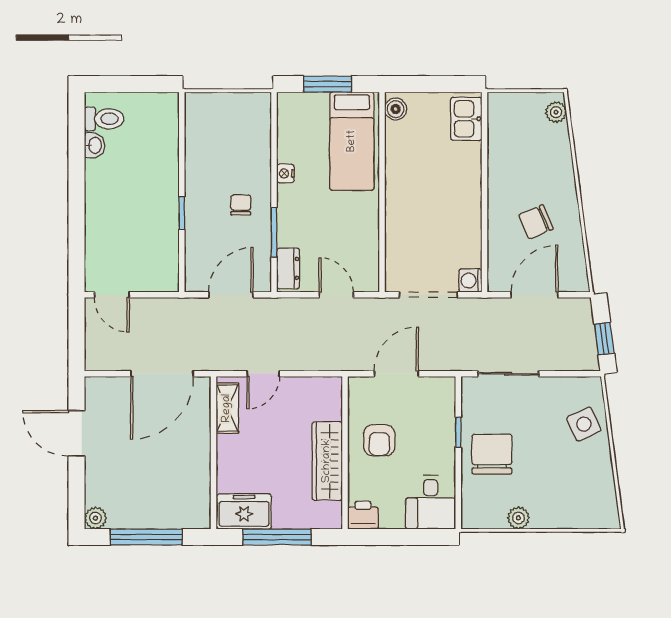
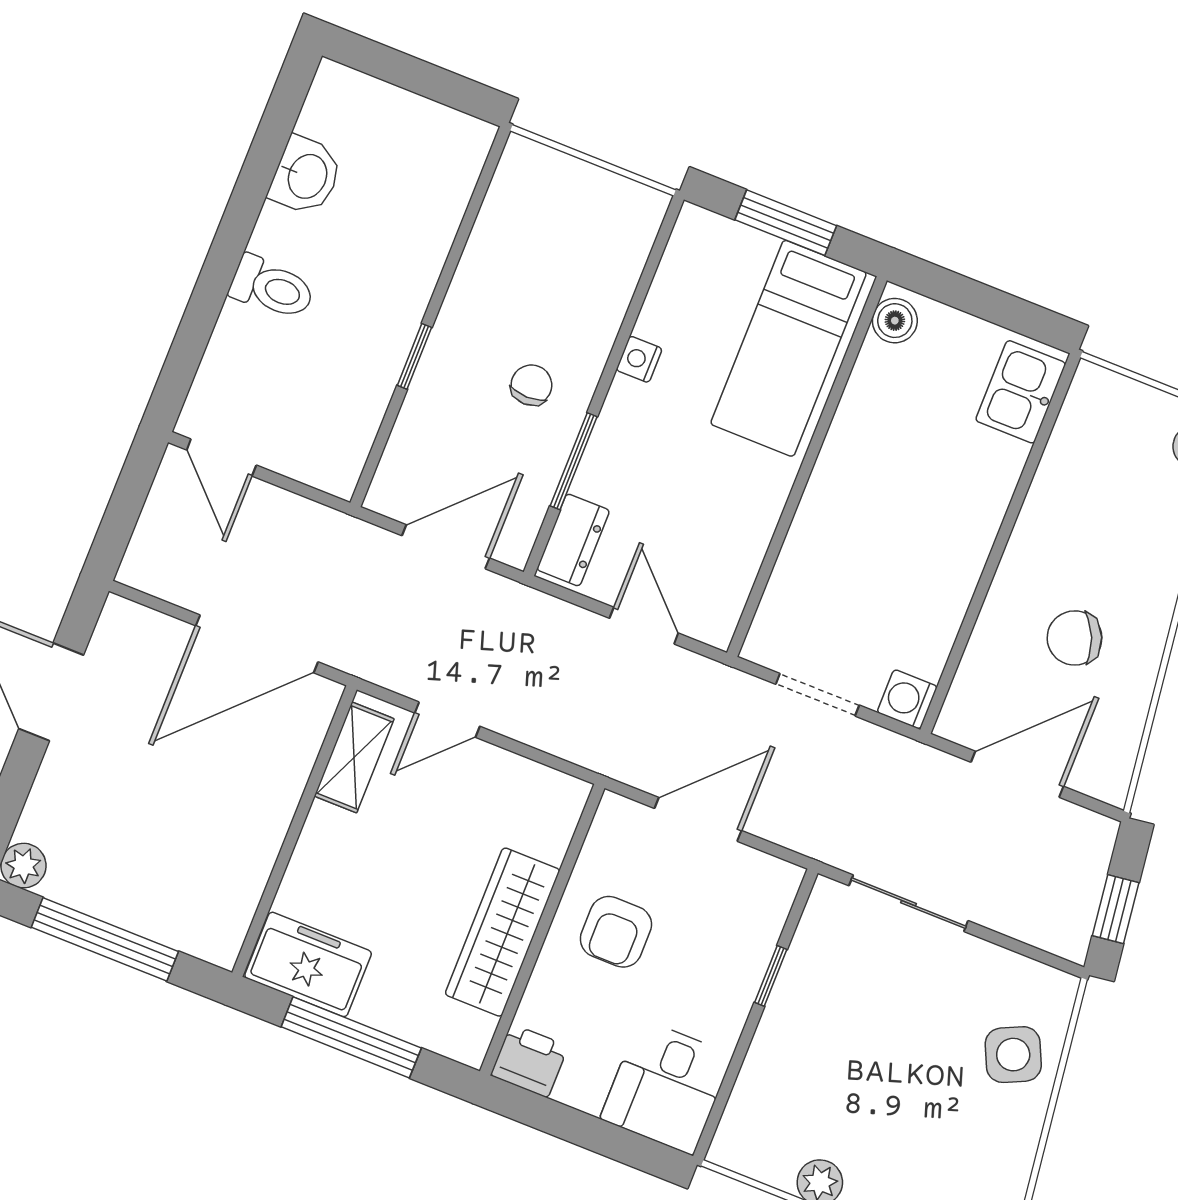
toilet: (104, 119) -> (272, 288), moved
washbasin: (95, 145) -> (306, 176), width x1.38, depth x1.45
doorway: (428, 295) -> (817, 695), width x0.73
chair: (492, 454) -> (818, 1042), removed

